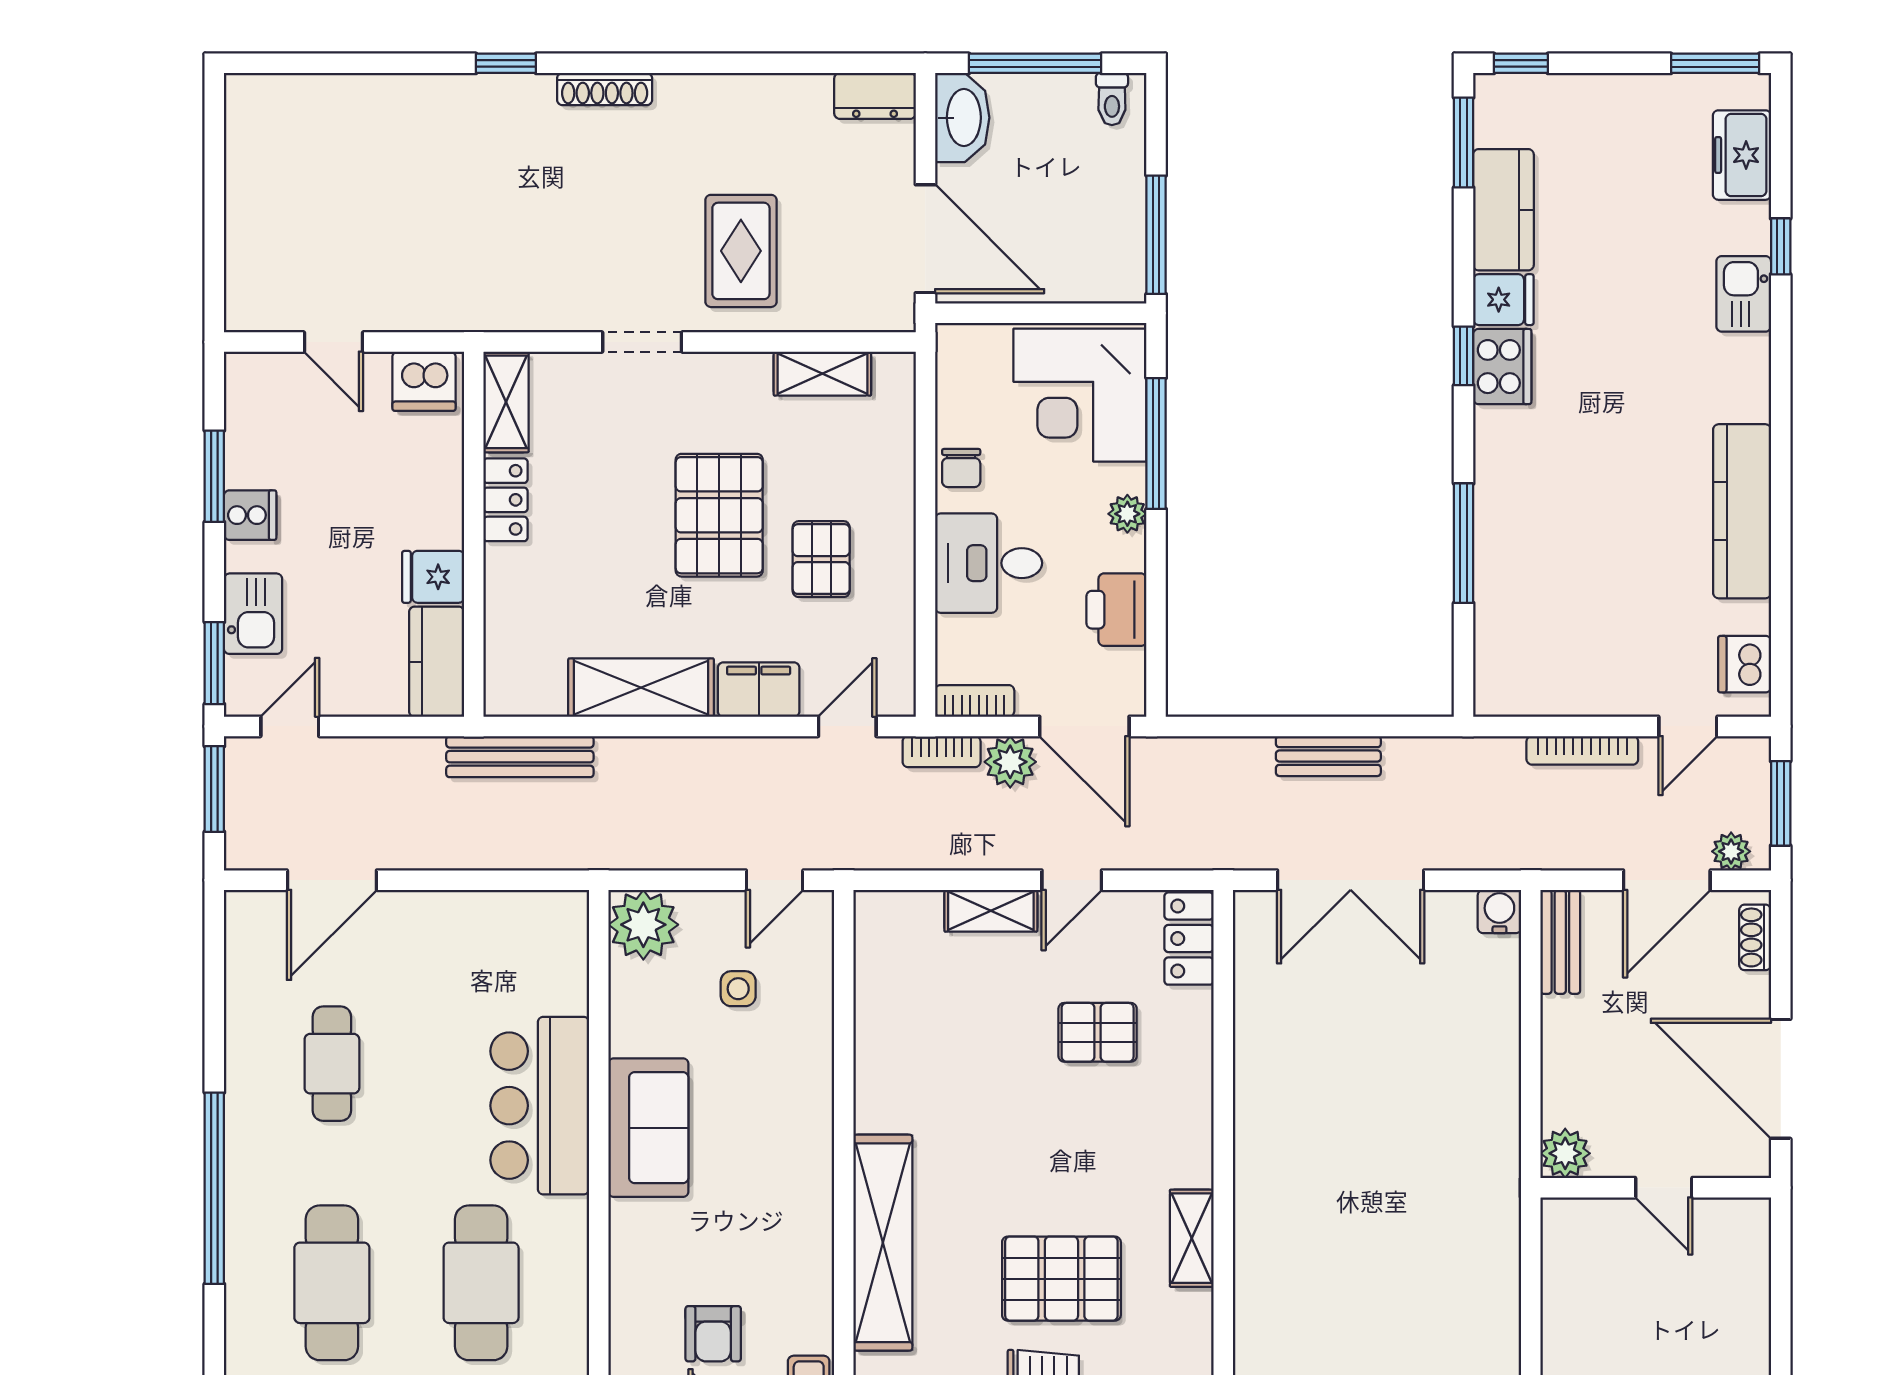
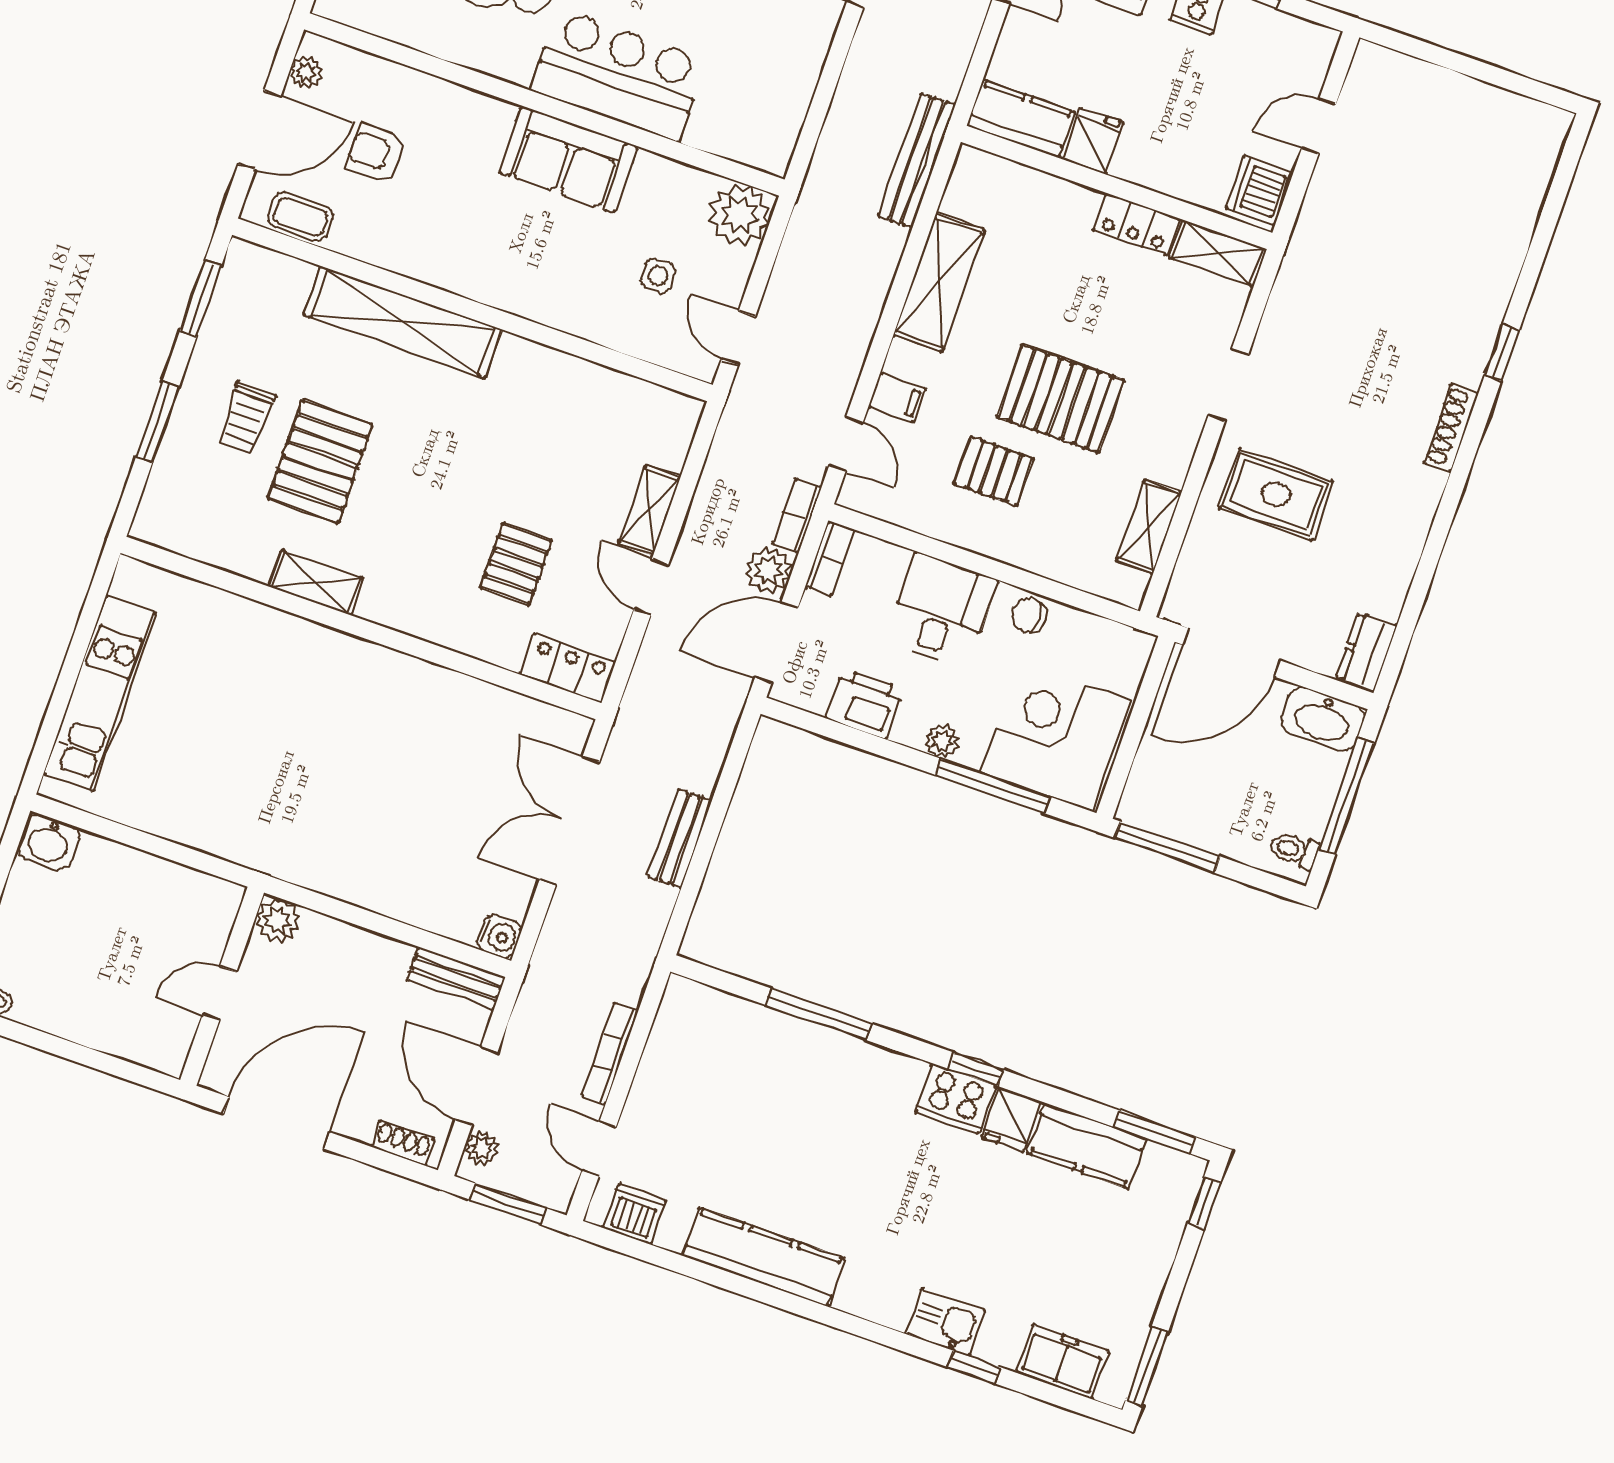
filing cabinet: (759, 690) -> (897, 398), width x0.50

